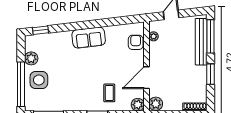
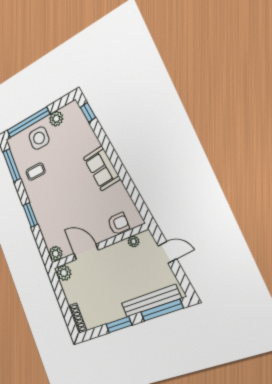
coffee table: (109, 93) -> (36, 172), moved

